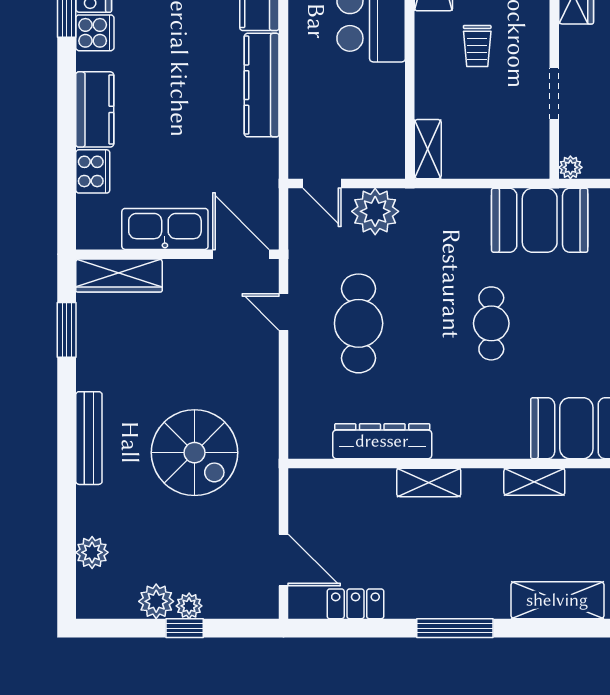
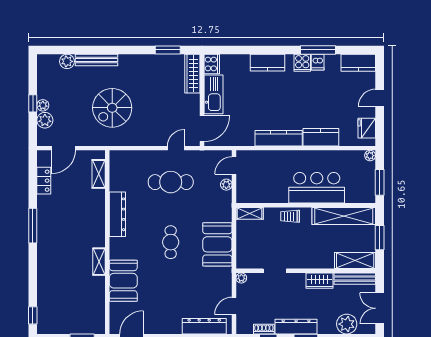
trolley: (477, 46) -> (290, 216), moved
cooker: (93, 171) -> (212, 64), moved, turned -90
plant: (375, 211) -> (226, 185), width x0.53, depth x0.53
booth: (540, 220) -> (217, 244), moved
cafe table: (491, 323) -> (171, 242), turned 90
bench: (89, 438) -> (96, 60), moved
dresser: (382, 441) -> (117, 214), moved
shelving: (429, 482) -> (99, 174), moved
shelving: (557, 600) -> (45, 272), removed
plant: (156, 601) -> (45, 120), moved

